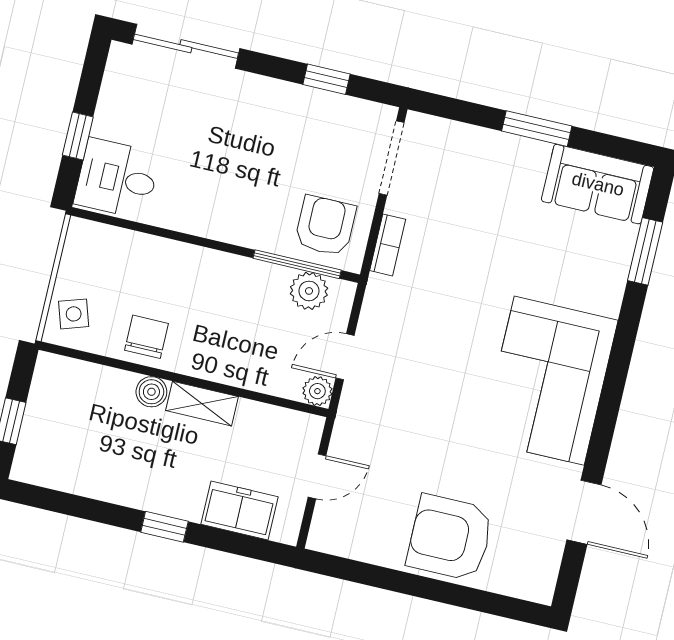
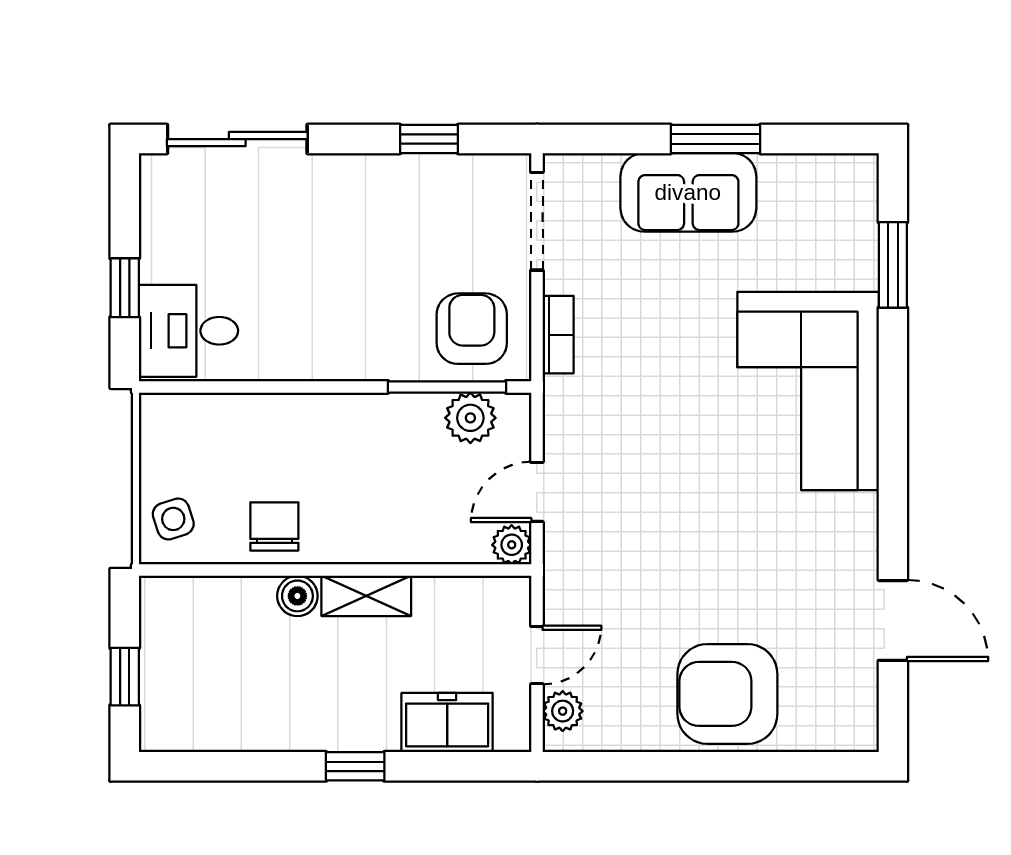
sofa: (598, 184) -> (688, 192), moved
corner sofa: (549, 381) -> (808, 391), moved
plant: (326, 522) -> (563, 711), added

